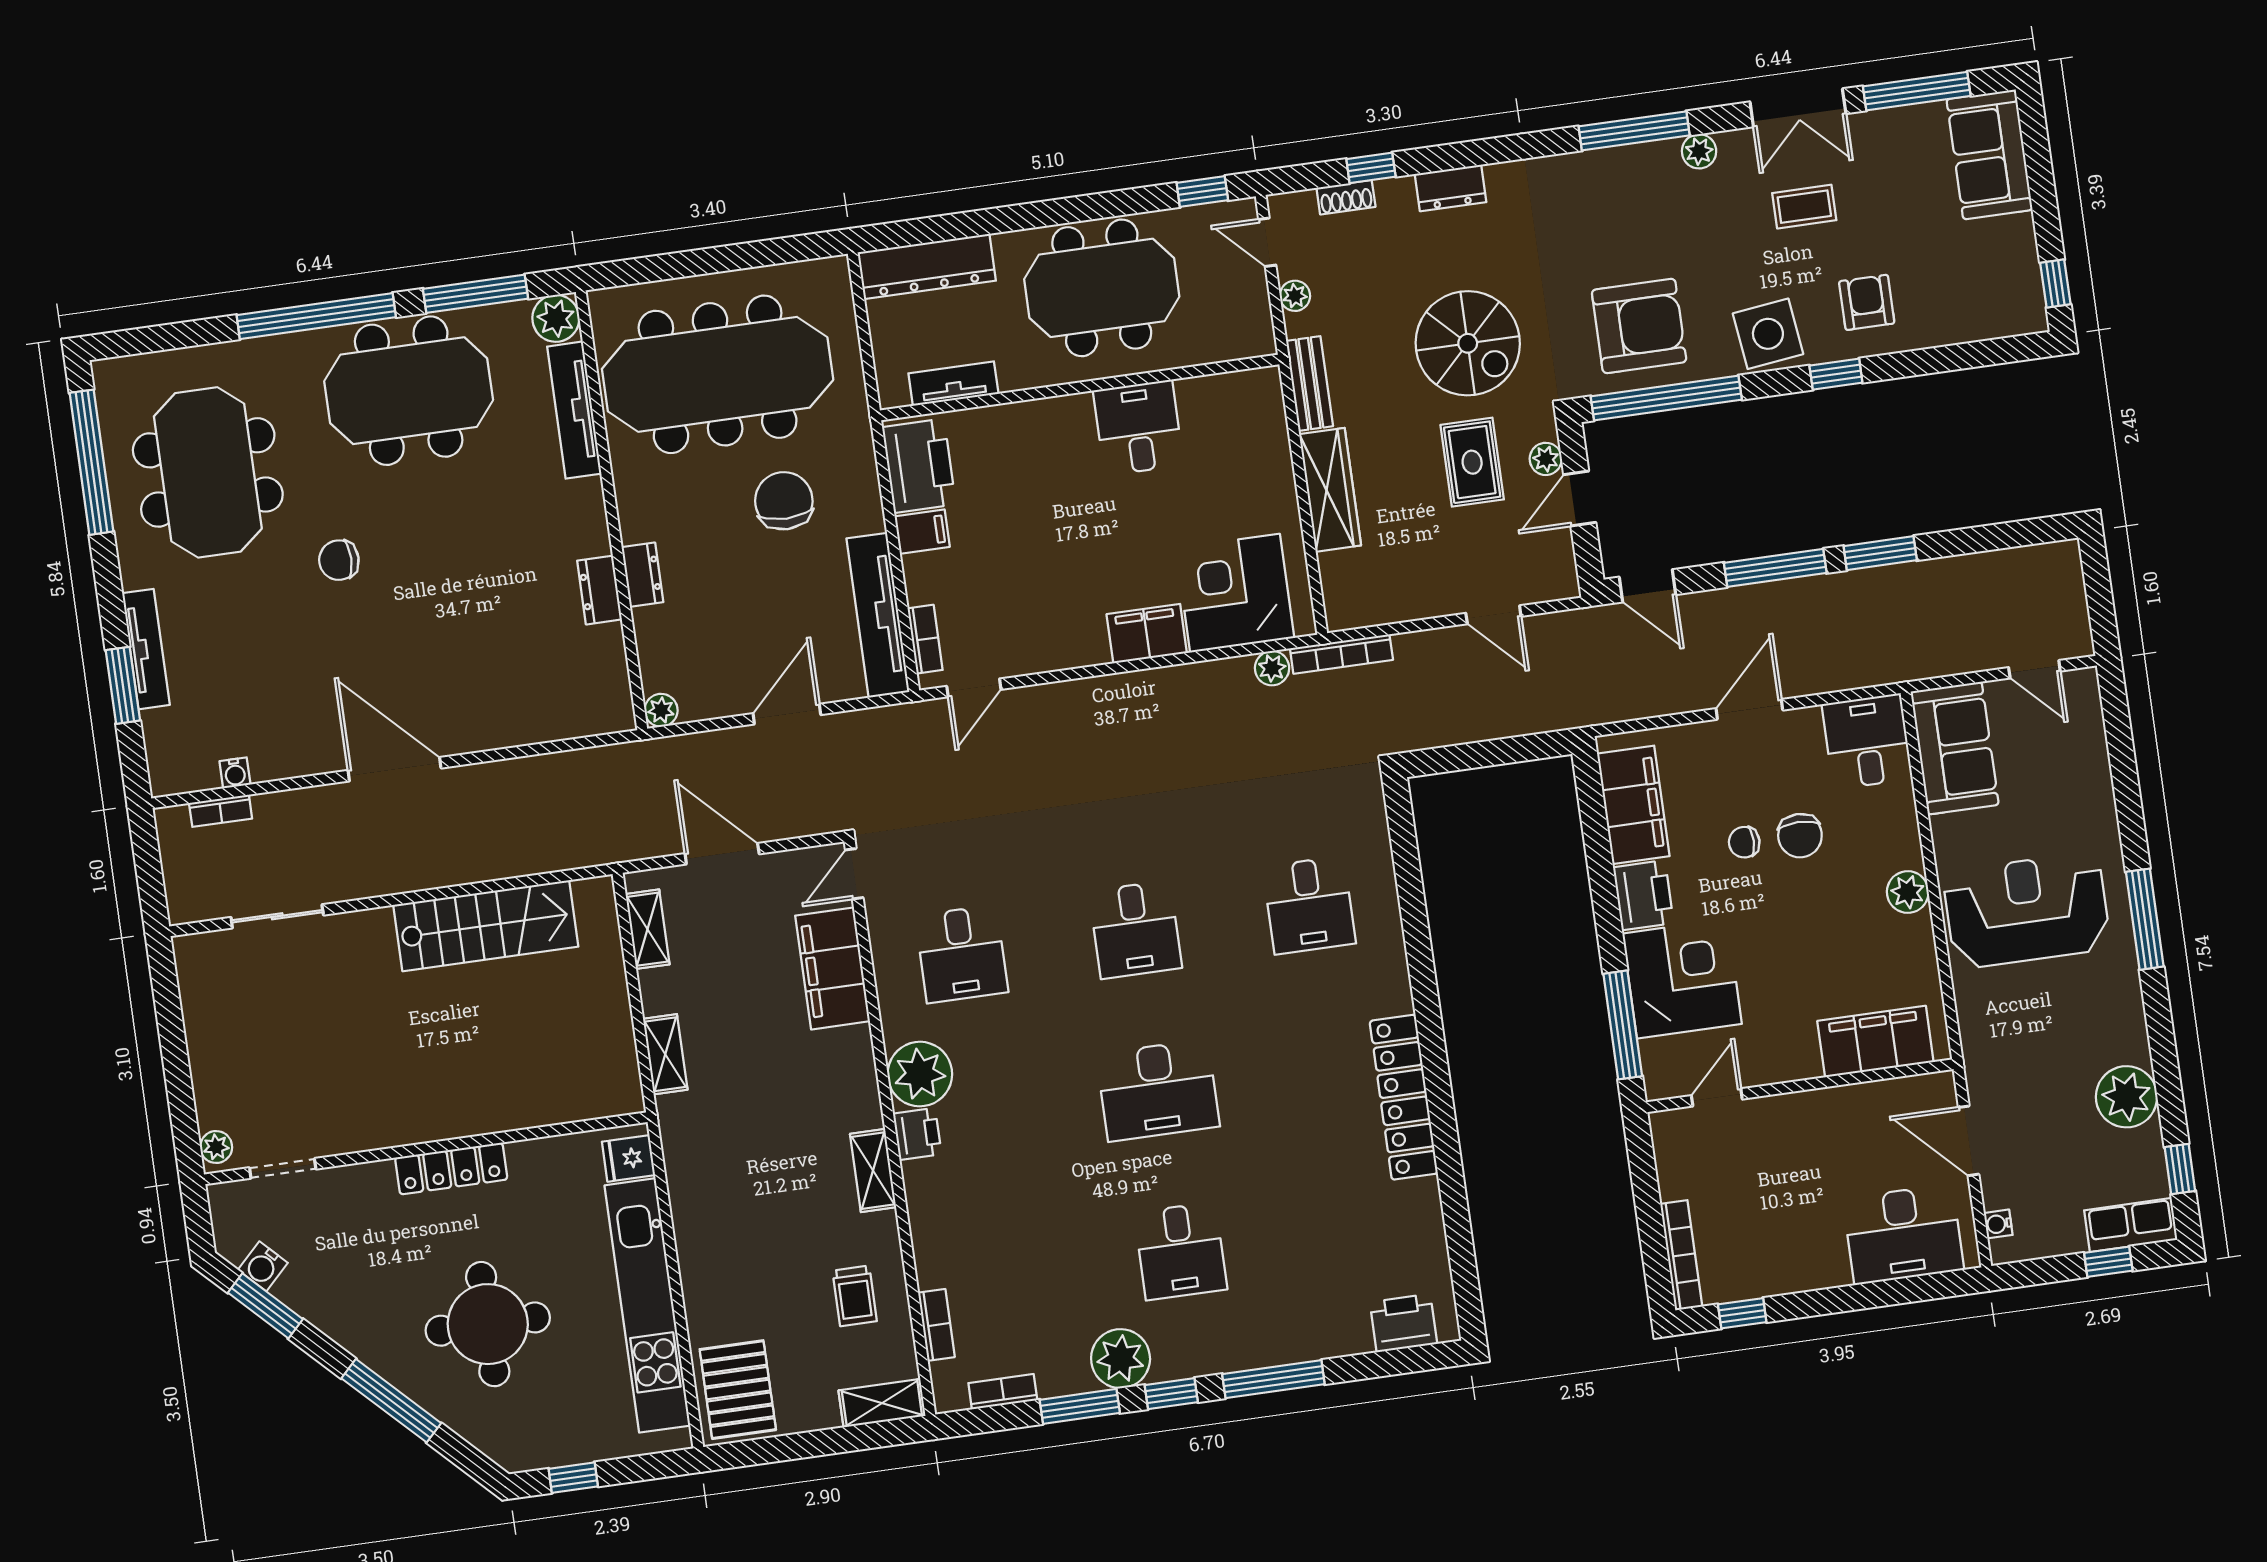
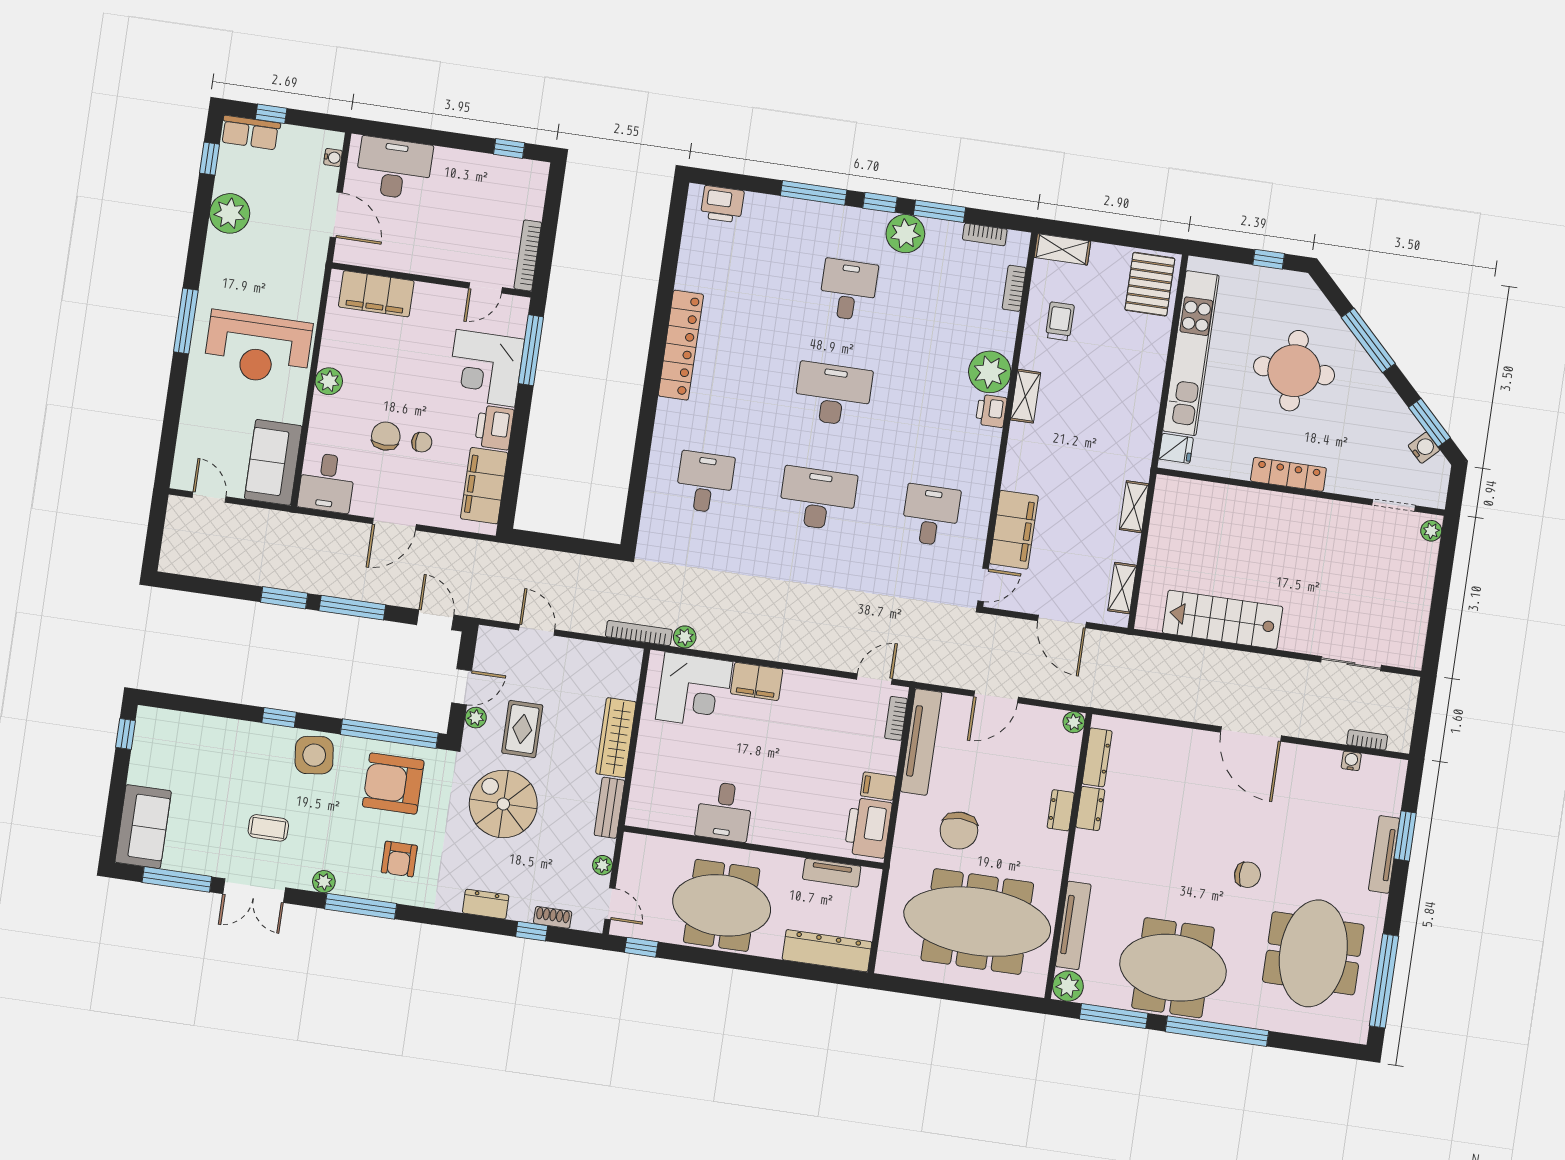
double door: (1798, 108) -> (254, 891), swing flipped
armchair: (1867, 302) -> (399, 859), moved
dresser: (611, 668) -> (1097, 757), added
desk: (1135, 930) -> (818, 499), width x1.37
plant: (920, 1074) -> (990, 372), moved
bookcase: (1681, 1255) -> (528, 255), moved

